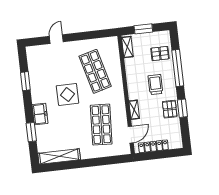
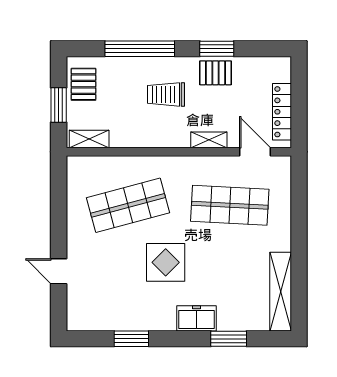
pallet: (160, 54) -> (83, 84), moved

